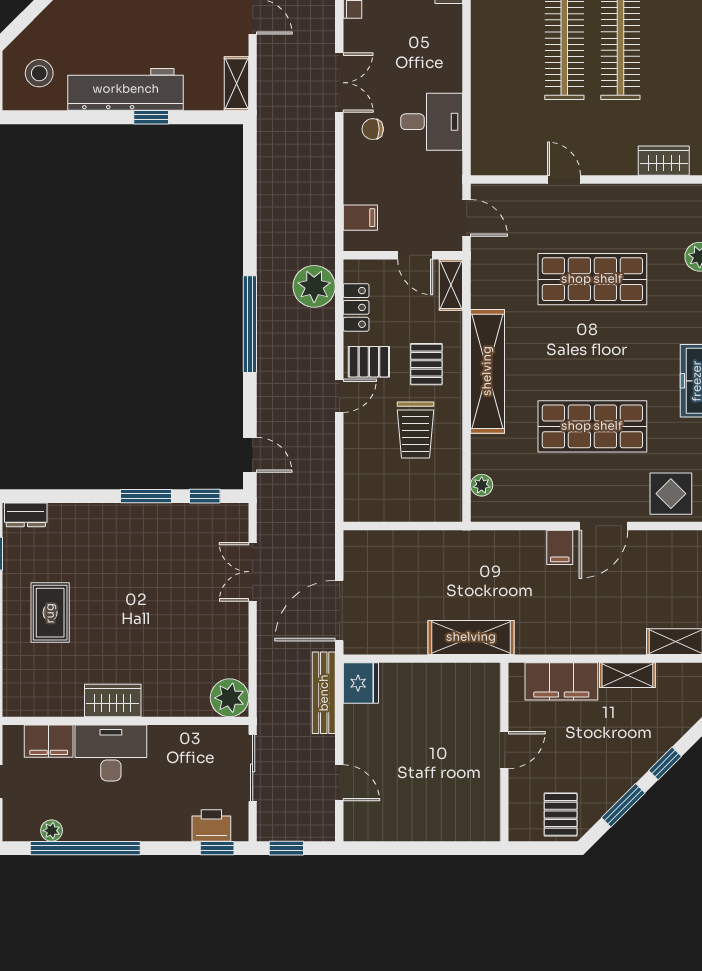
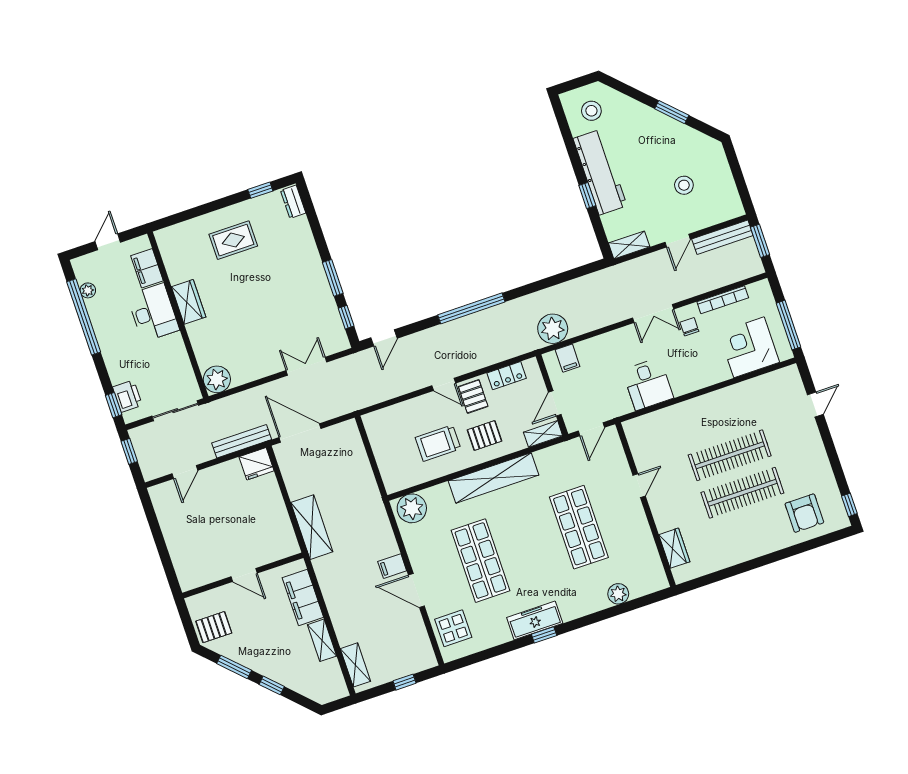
chair: (373, 129) -> (689, 327), moved
plant: (314, 286) -> (553, 329), moved
plant: (482, 485) -> (412, 508), width x1.88, depth x1.88

